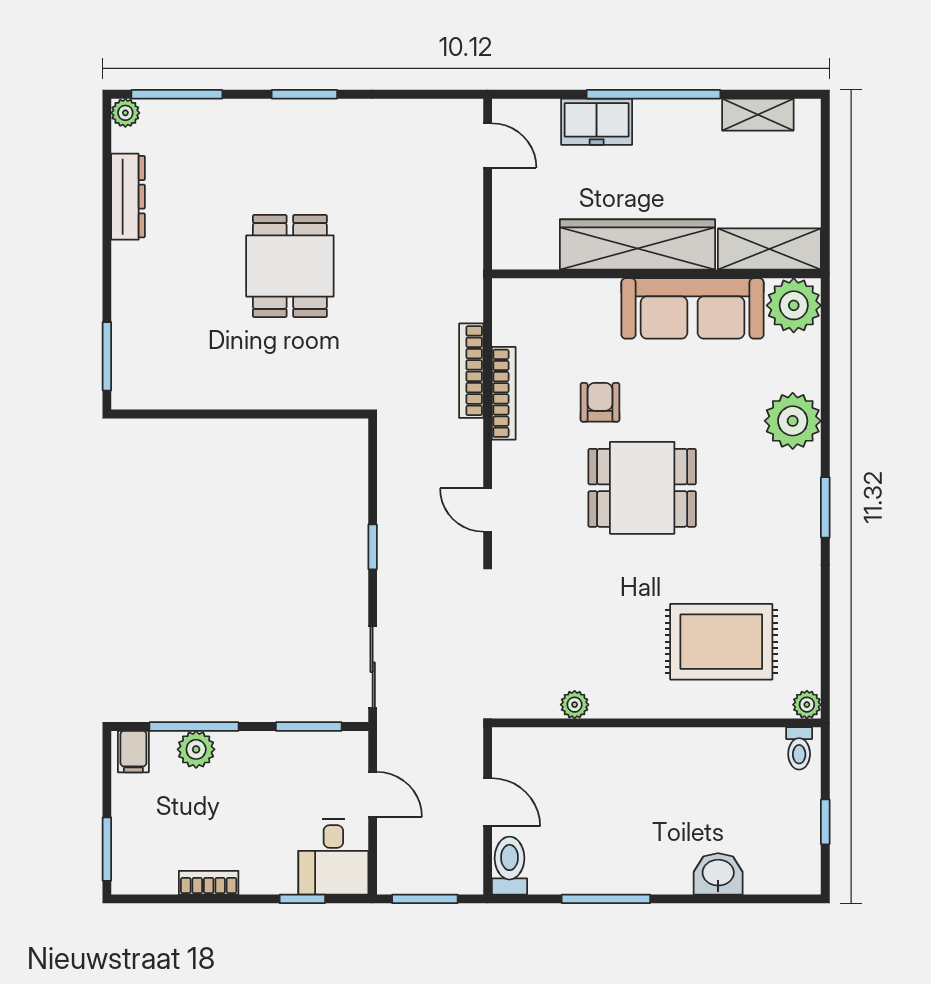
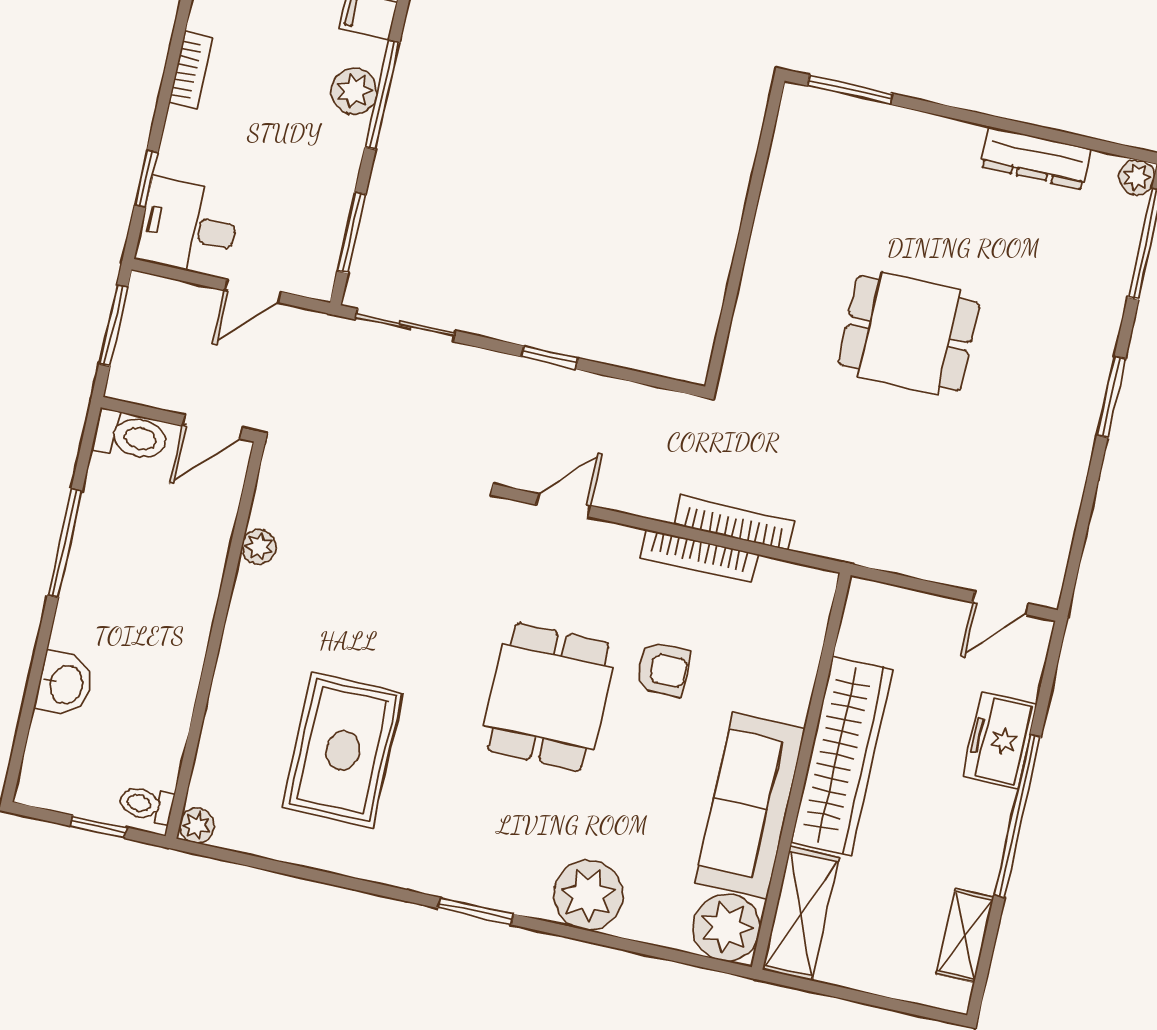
plant: (575, 705) -> (259, 547), moved
plant: (807, 705) -> (197, 826), moved
wall: (656, 723) -> (215, 640), moved
toilet: (799, 748) -> (146, 805), moved

